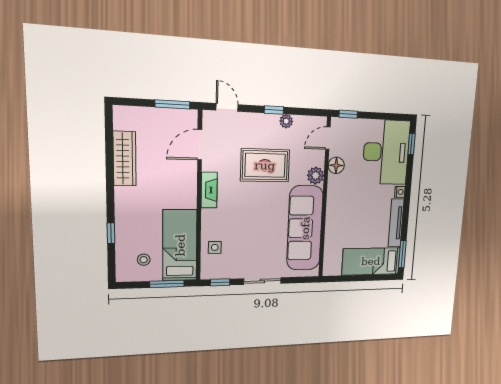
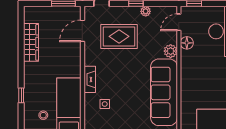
rug: (265, 165) -> (119, 36), moved
fireplace: (209, 190) -> (90, 79), moved
side table: (215, 247) -> (105, 104), moved

